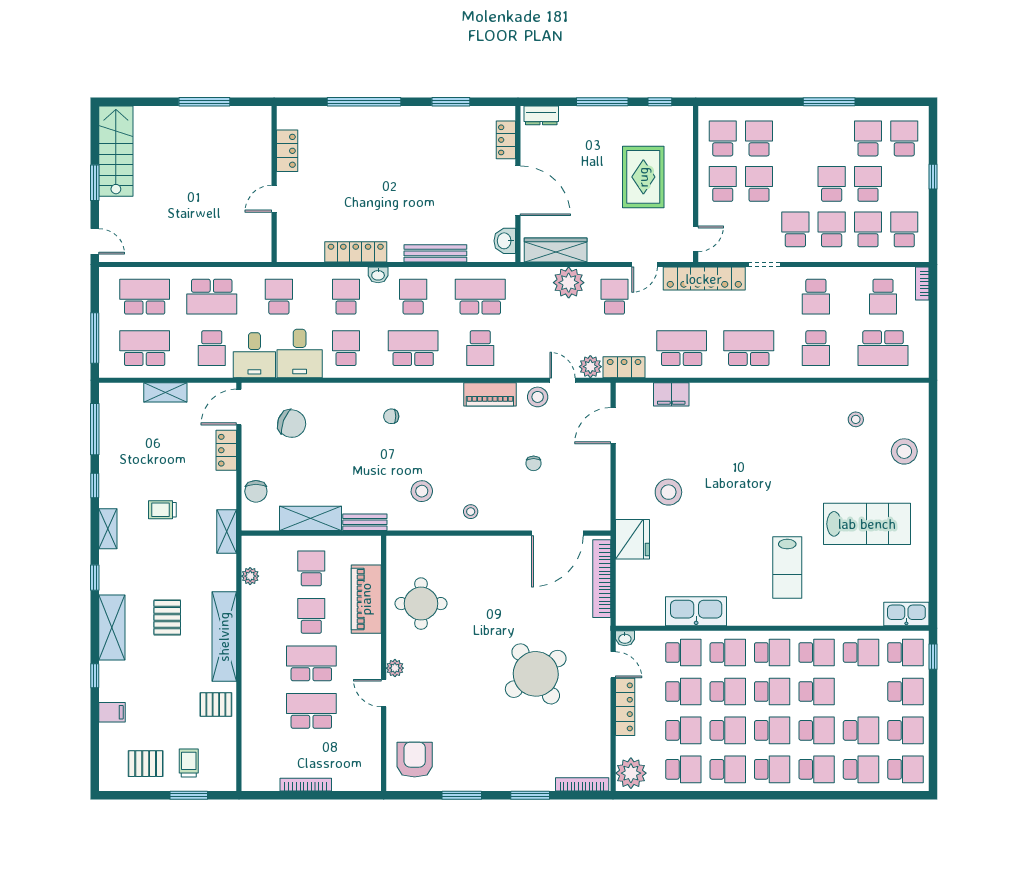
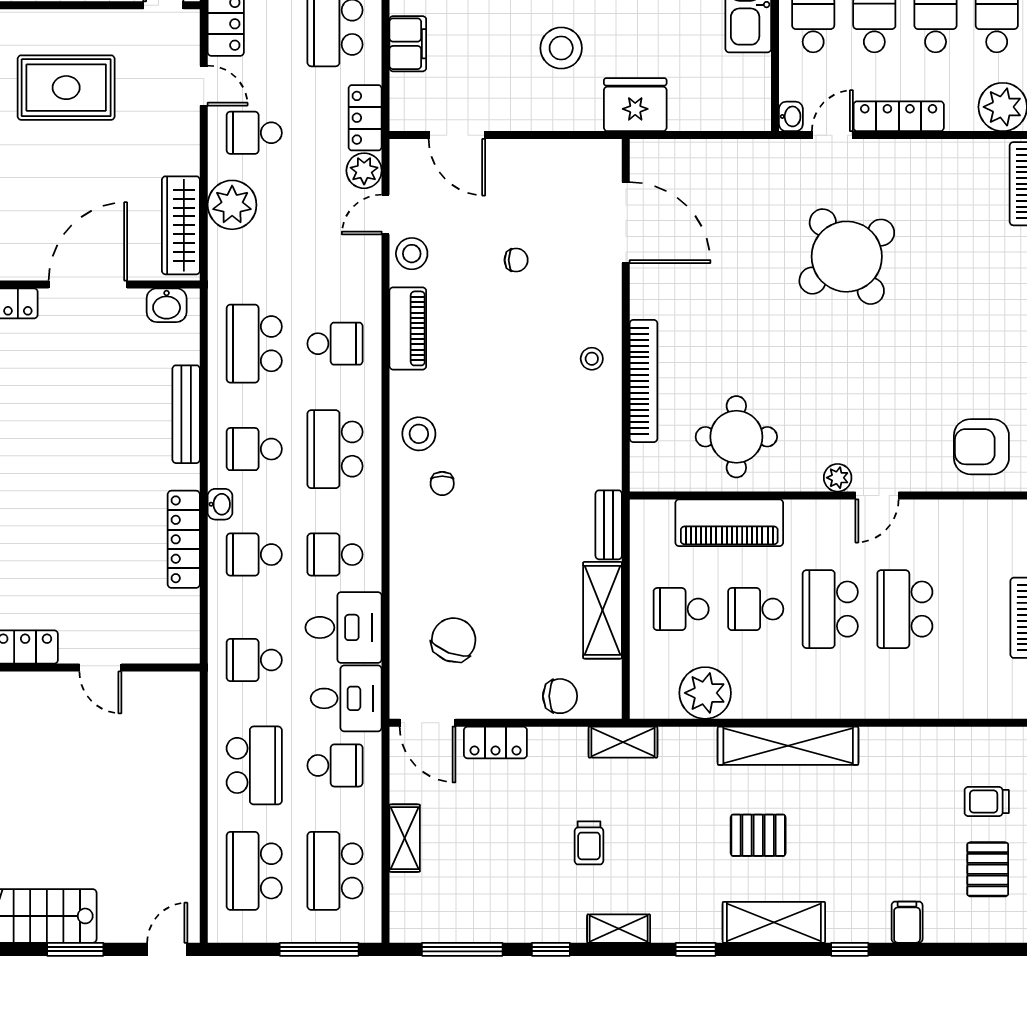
stool: (422, 491) -> (419, 434), moved
plant: (250, 576) -> (705, 693), width x1.88, depth x1.88
bookcase: (602, 579) -> (644, 381), moved, turned -90
pallet: (216, 705) -> (895, 759), removed

